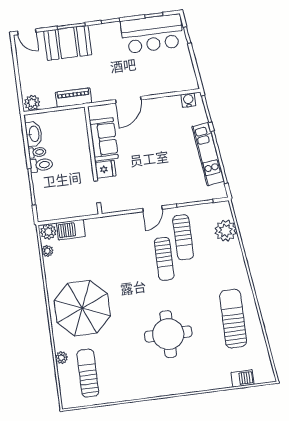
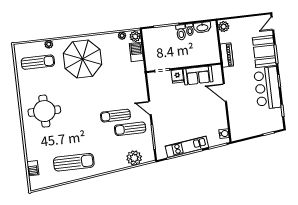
bar counter: (152, 34) -> (267, 88), moved
round table: (168, 334) -> (44, 111), moved

